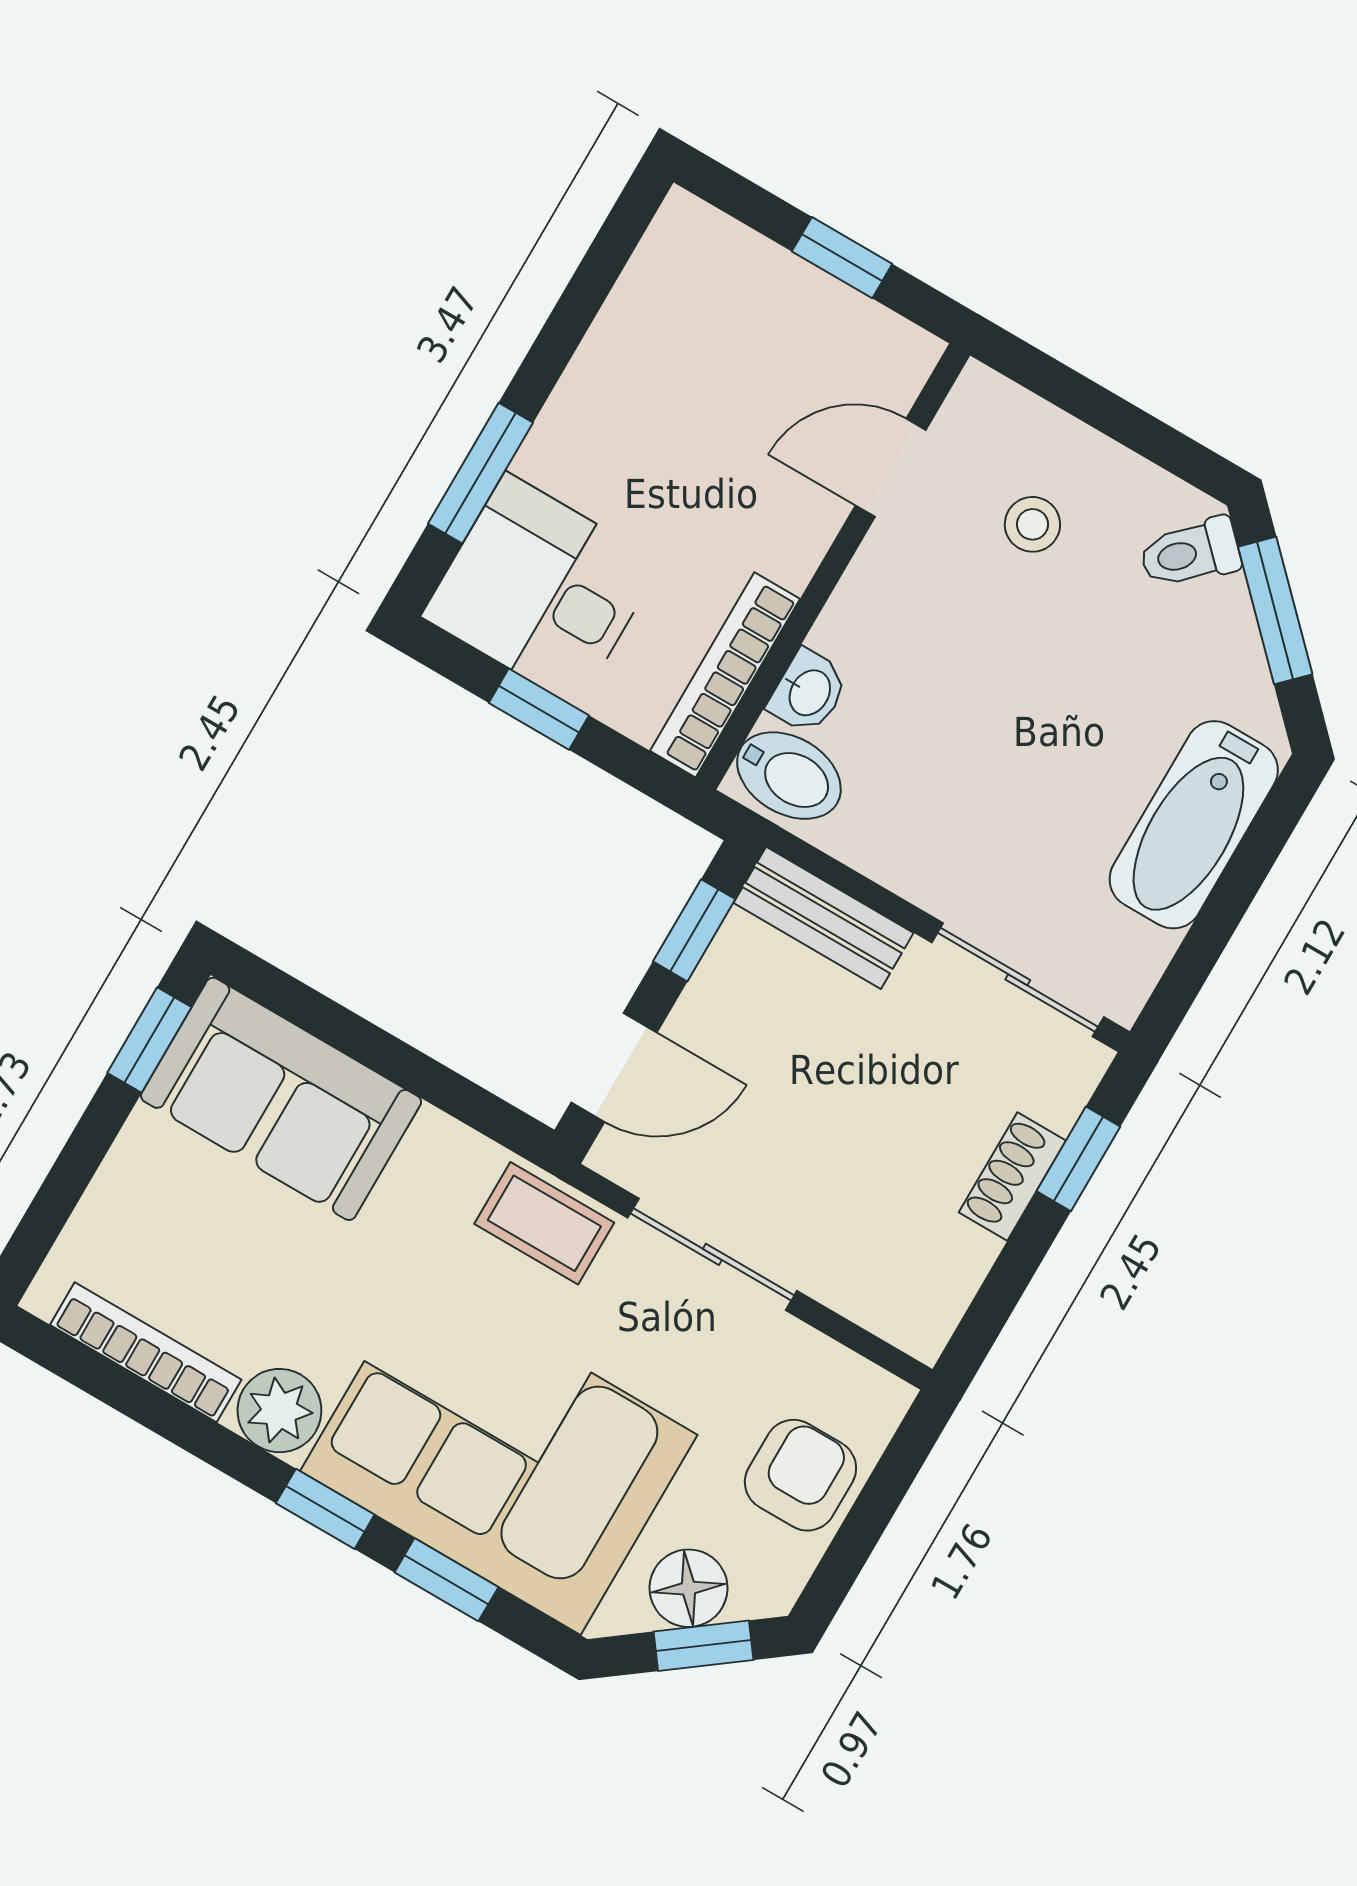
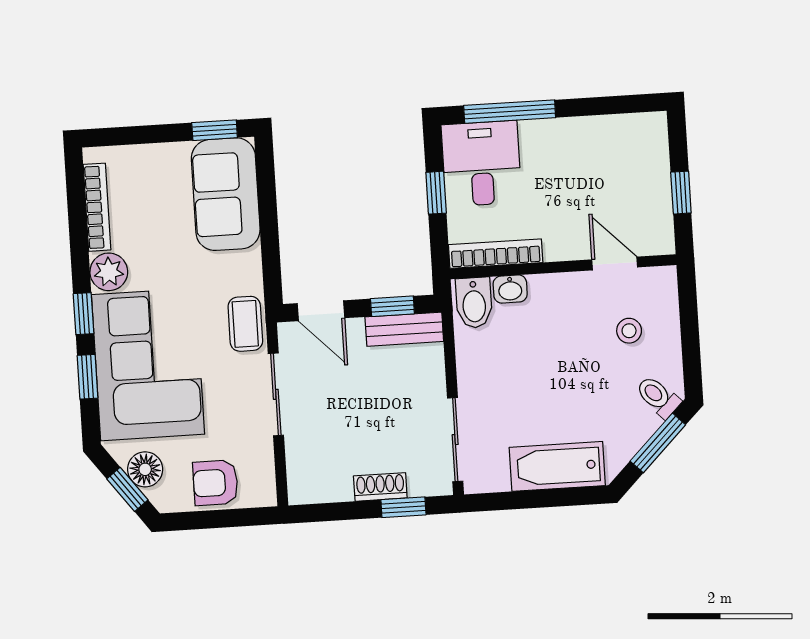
window: (481, 473) -> (510, 112), width x1.44
bench: (824, 918) -> (404, 329), moved, turned 90
armchair: (800, 1475) -> (215, 483), turned 180

